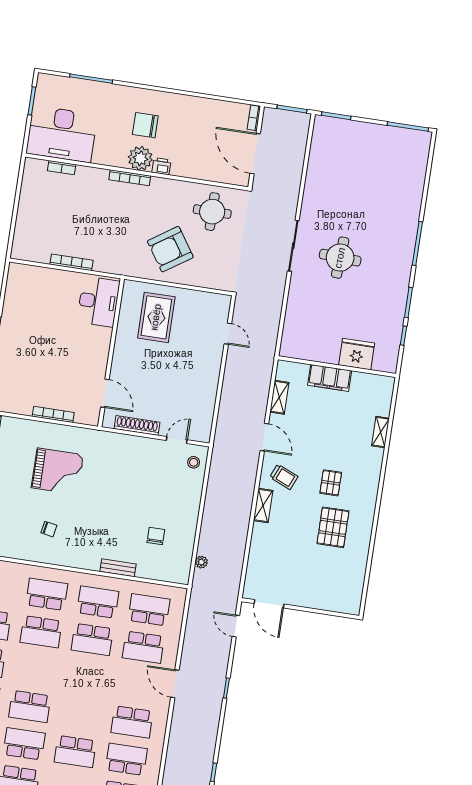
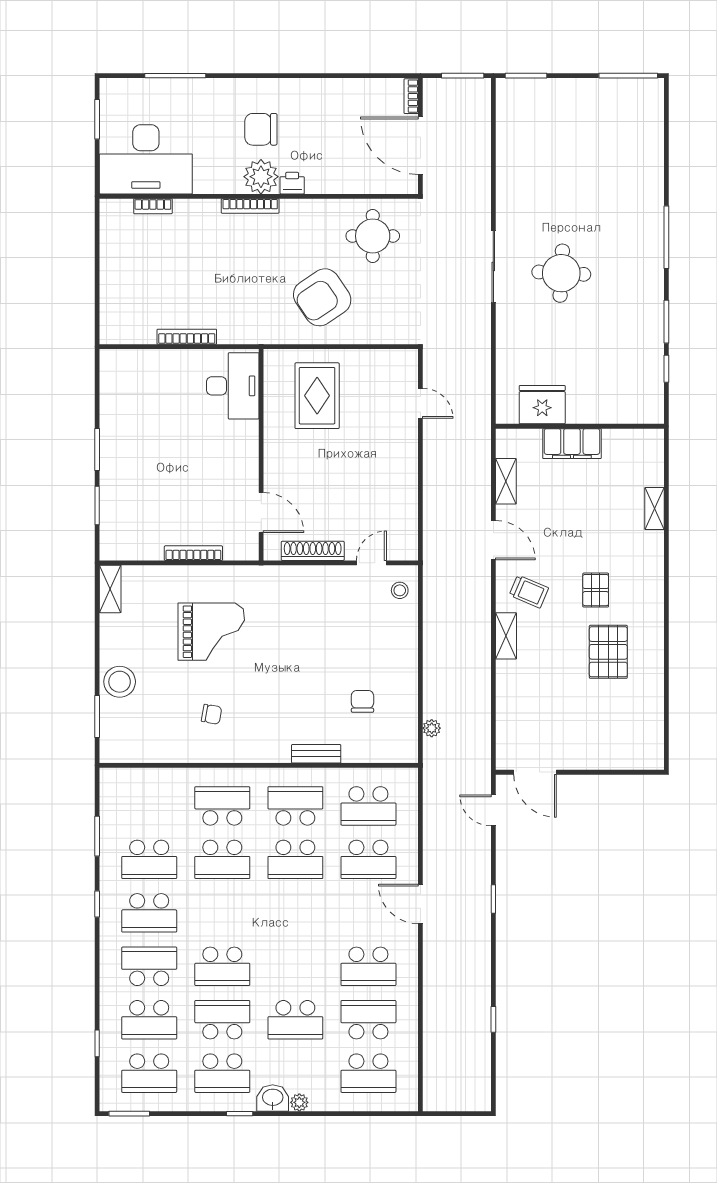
fridge: (357, 354) -> (542, 405), moved
school desk: (149, 610) -> (368, 806), turned 180

